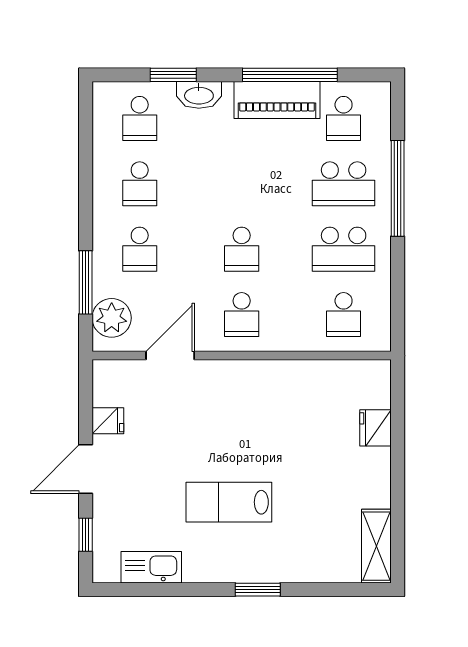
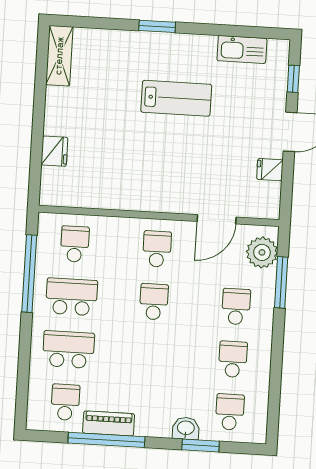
washbasin: (199, 95) -> (186, 428), width x0.72
piano: (277, 100) -> (109, 423), width x0.73, depth x0.75
window: (398, 188) -> (29, 274), moved

